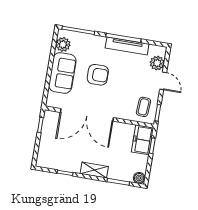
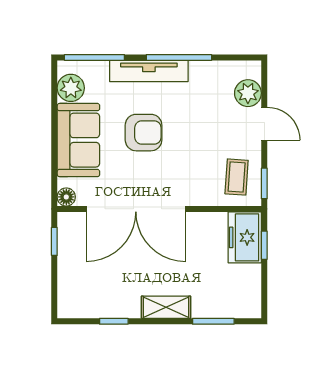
tv unit: (127, 46) -> (149, 71), moved
floor lamp: (51, 102) -> (66, 197), added
boiler: (139, 178) -> (250, 308), removed

